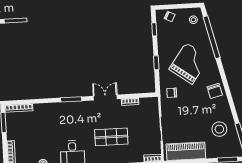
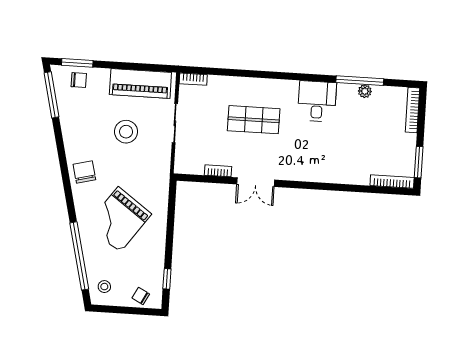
window: (156, 63) -> (170, 227), removed
chair: (172, 93) -> (79, 80), moved
window: (71, 99) -> (309, 185), removed
stool: (219, 129) -> (126, 132), moved

